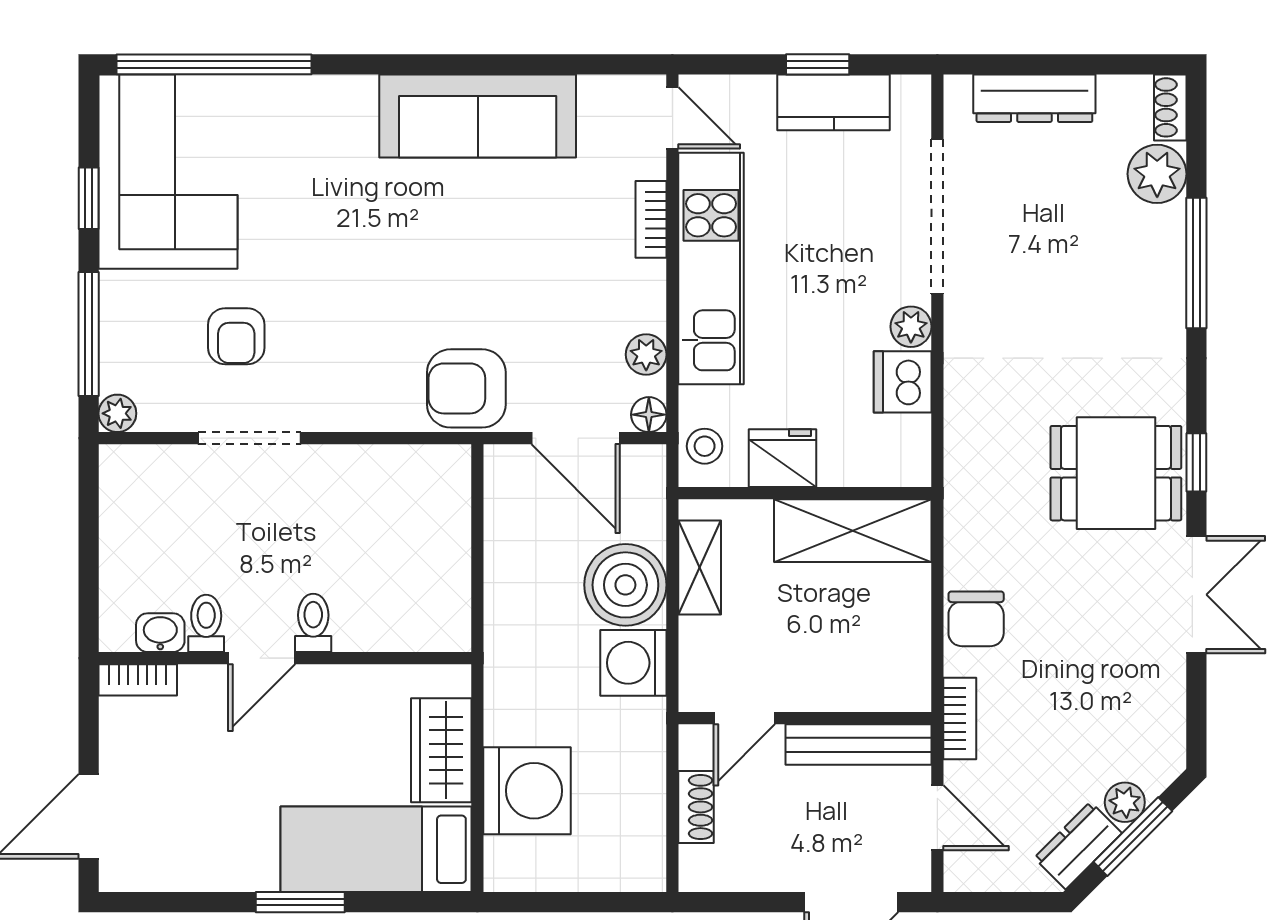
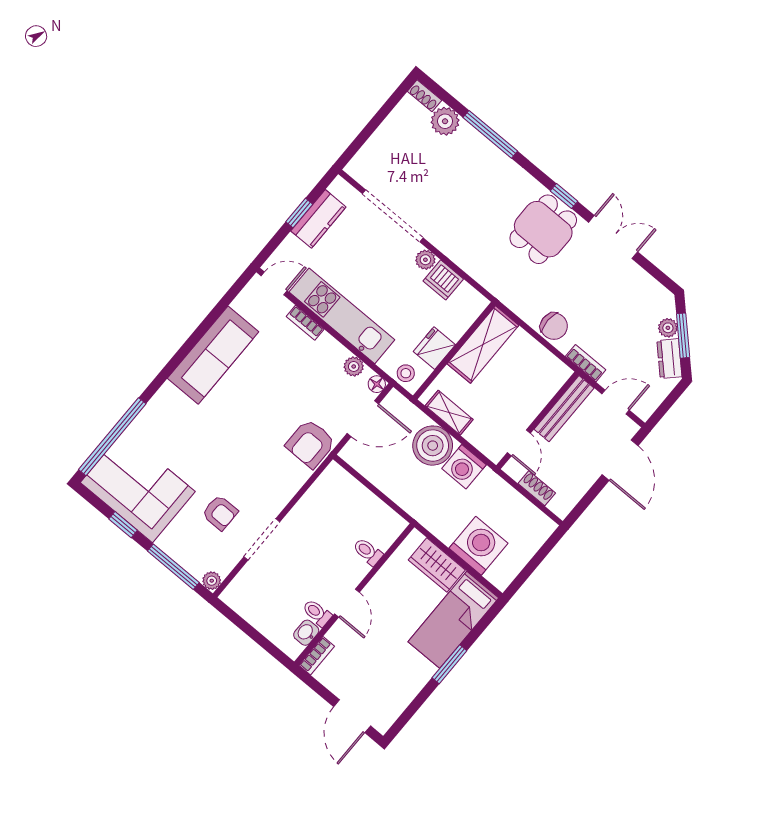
dresser: (1034, 98) -> (379, 143), removed
toilet: (313, 623) -> (368, 552), moved

